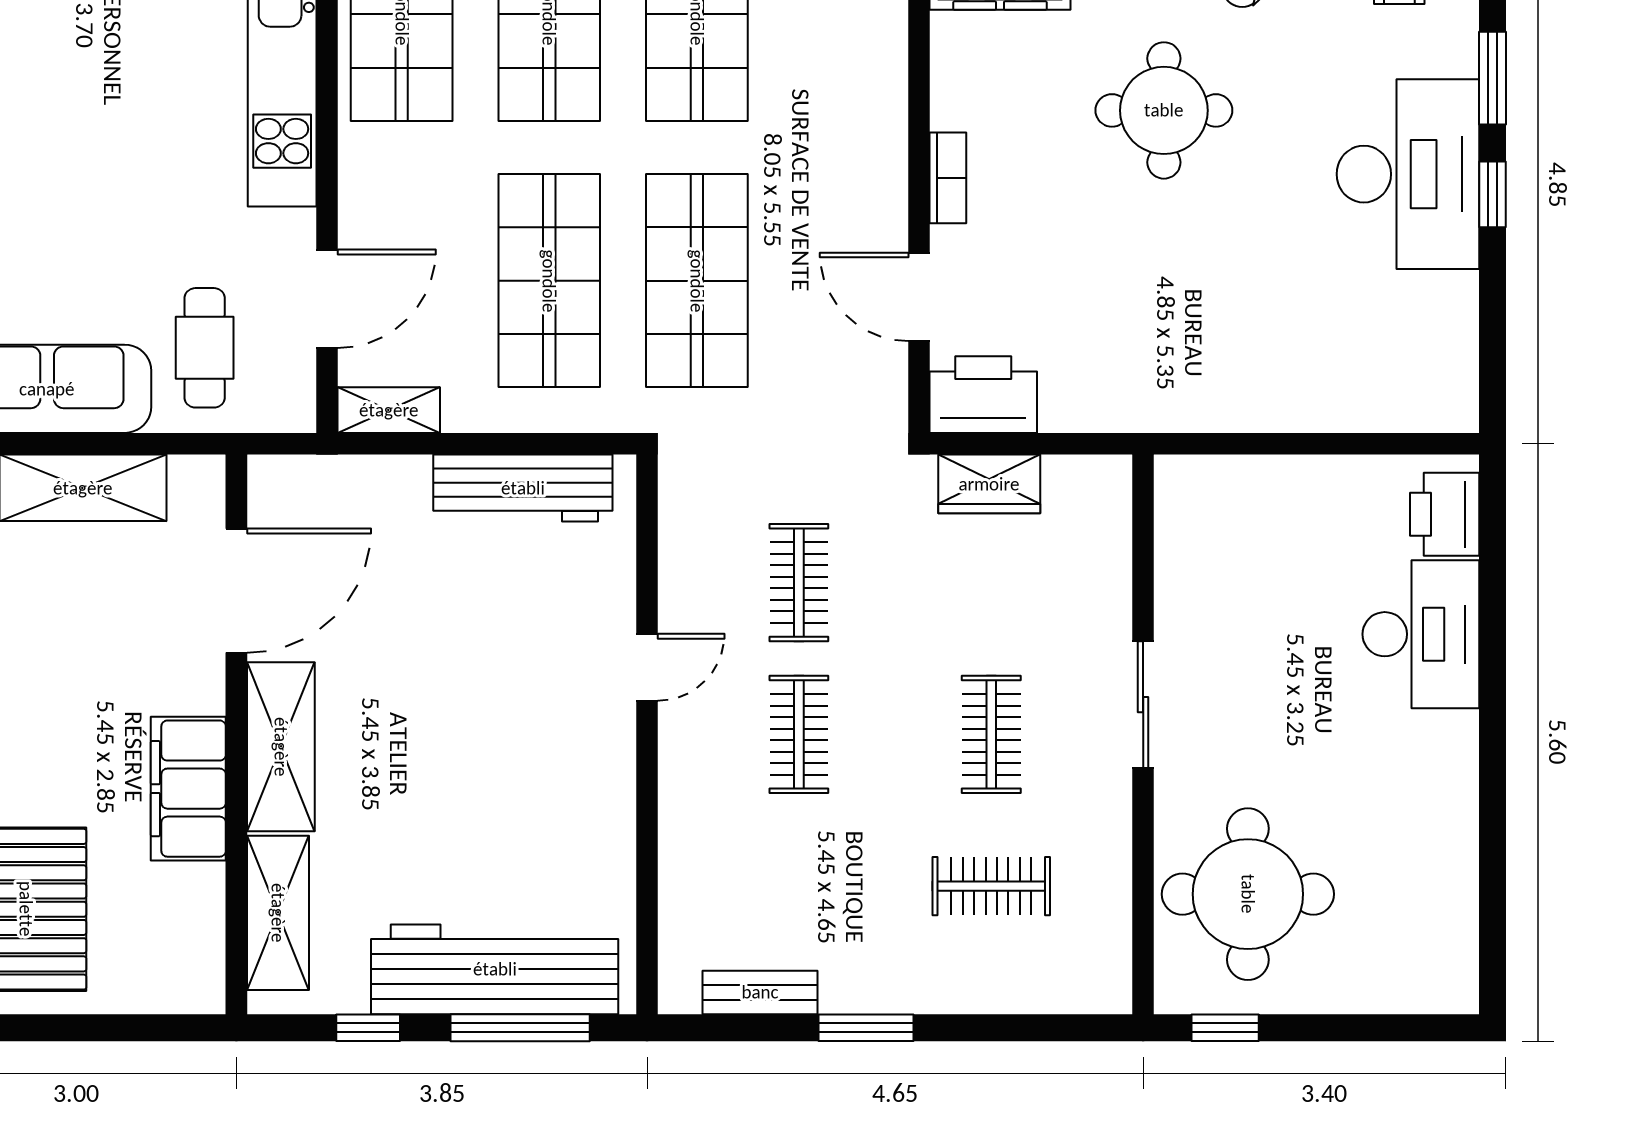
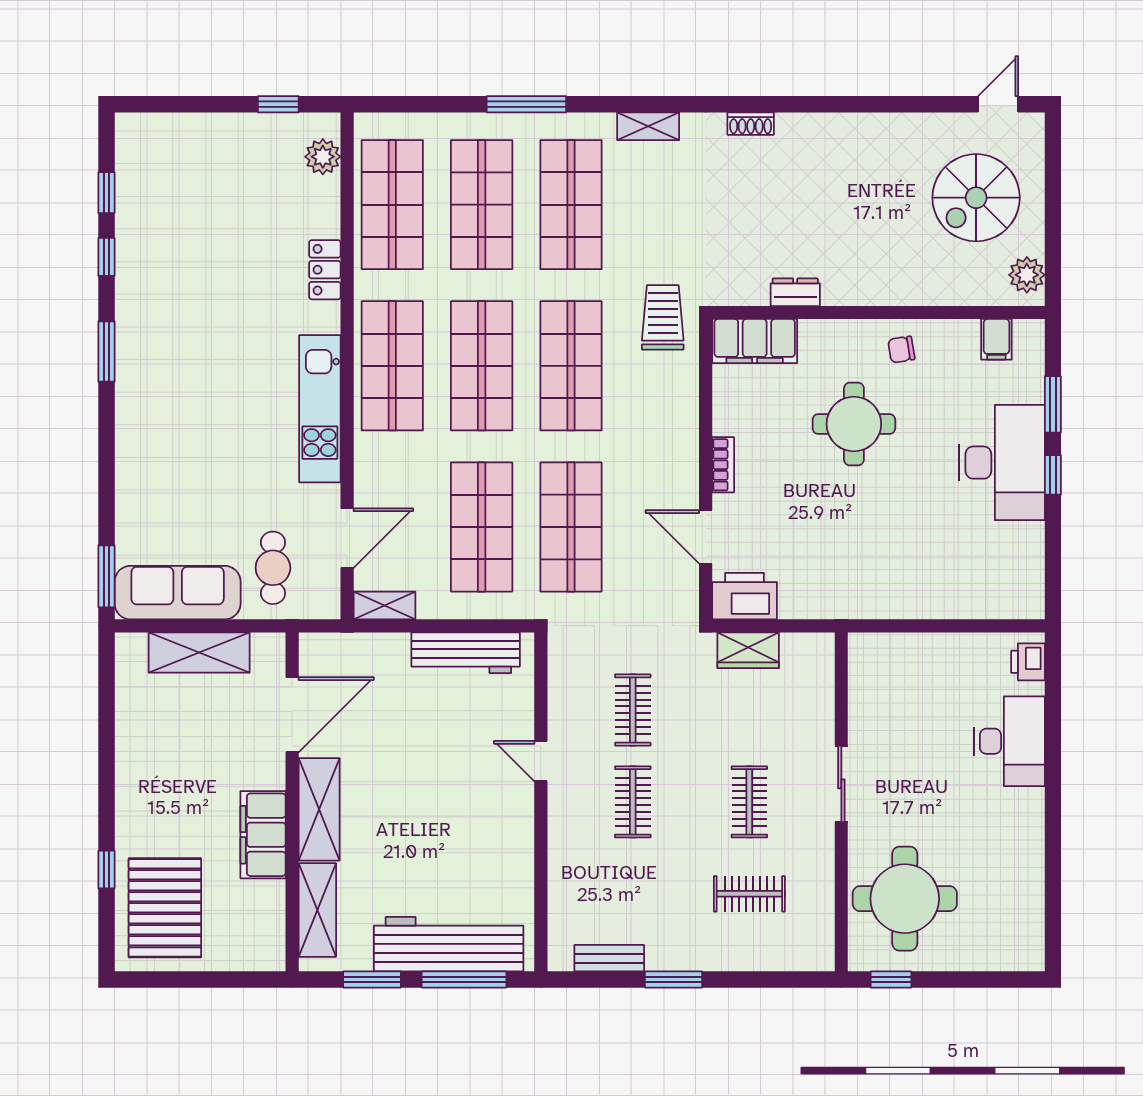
printer: (1445, 514) -> (1028, 662), width x0.73, depth x0.81
door: (647, 667) -> (541, 761), swing flipped
window: (368, 1028) -> (372, 980), width x1.50

